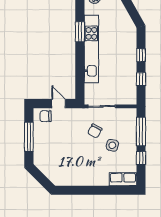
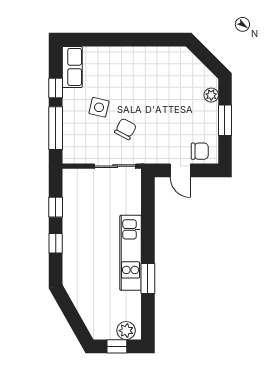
kitchen unit: (91, 49) -> (131, 253), width x0.73
window: (29, 137) -> (225, 120), width x0.69
plant: (38, 153) -> (211, 95), added
row of seats: (123, 179) -> (72, 67), moved, turned -90

